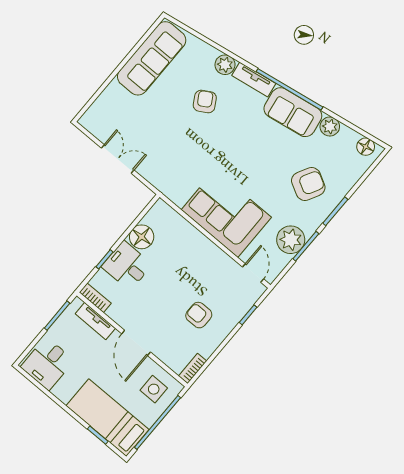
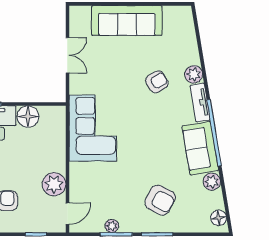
sofa: (152, 58) -> (127, 21), moved
corner sofa: (226, 214) -> (93, 128), moved
plant: (291, 240) -> (112, 226), width x0.53, depth x0.53
plant: (218, 263) -> (54, 184), added

